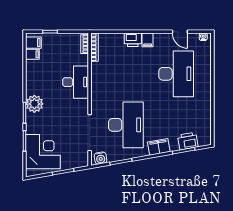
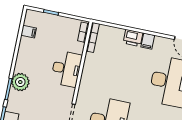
filing cabinet: (33, 43) -> (32, 20), removed

